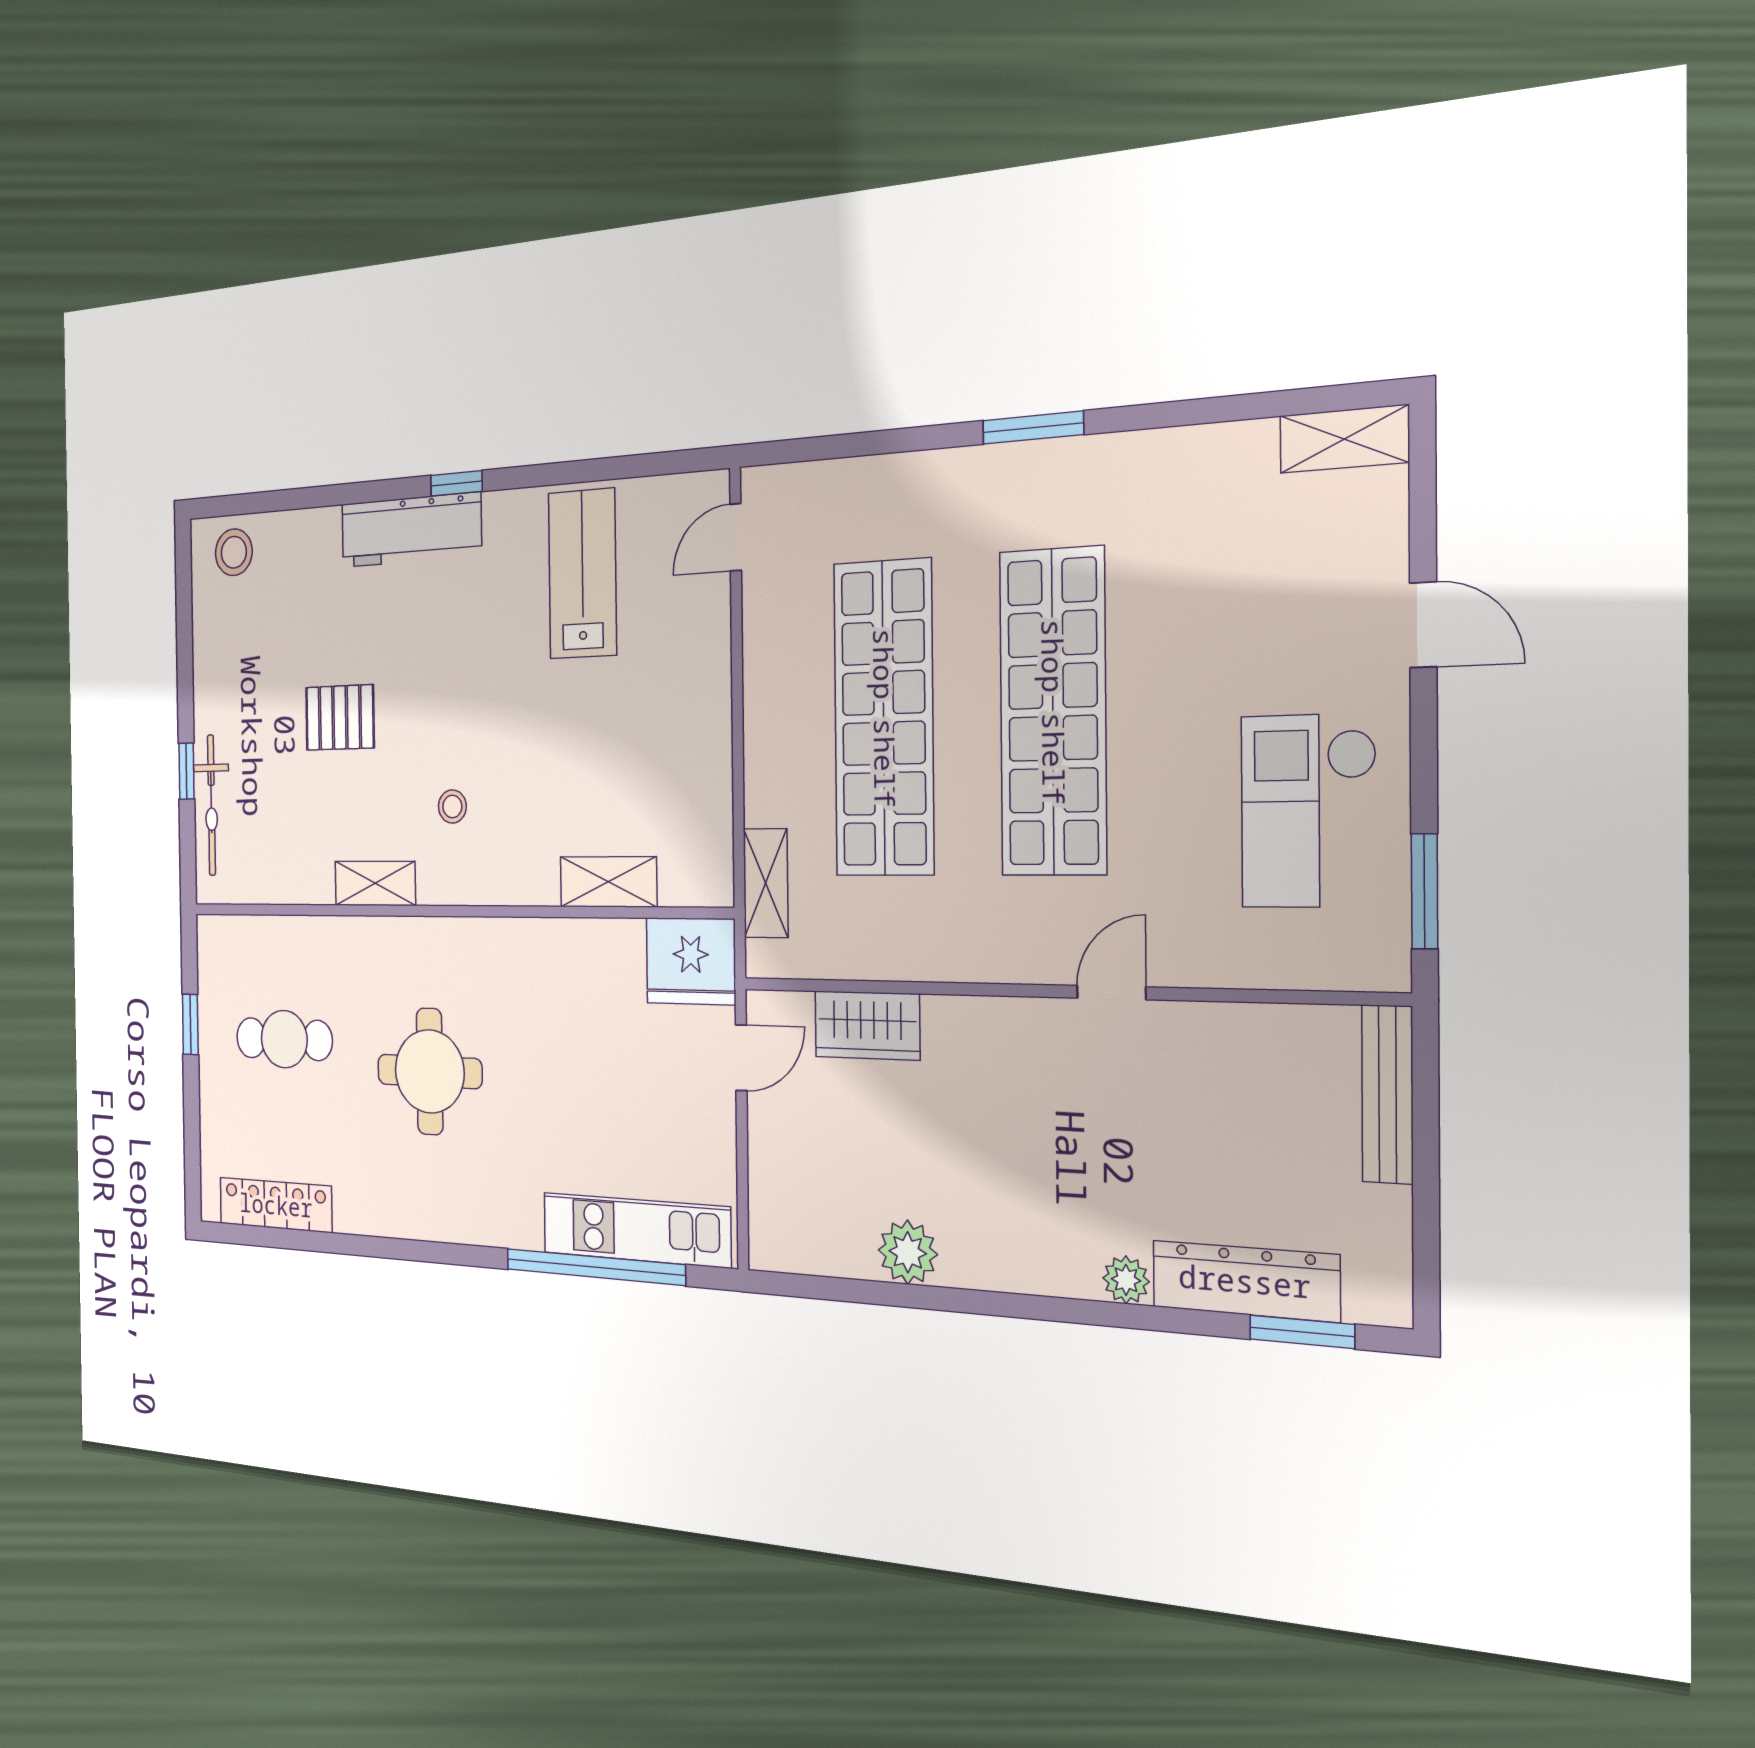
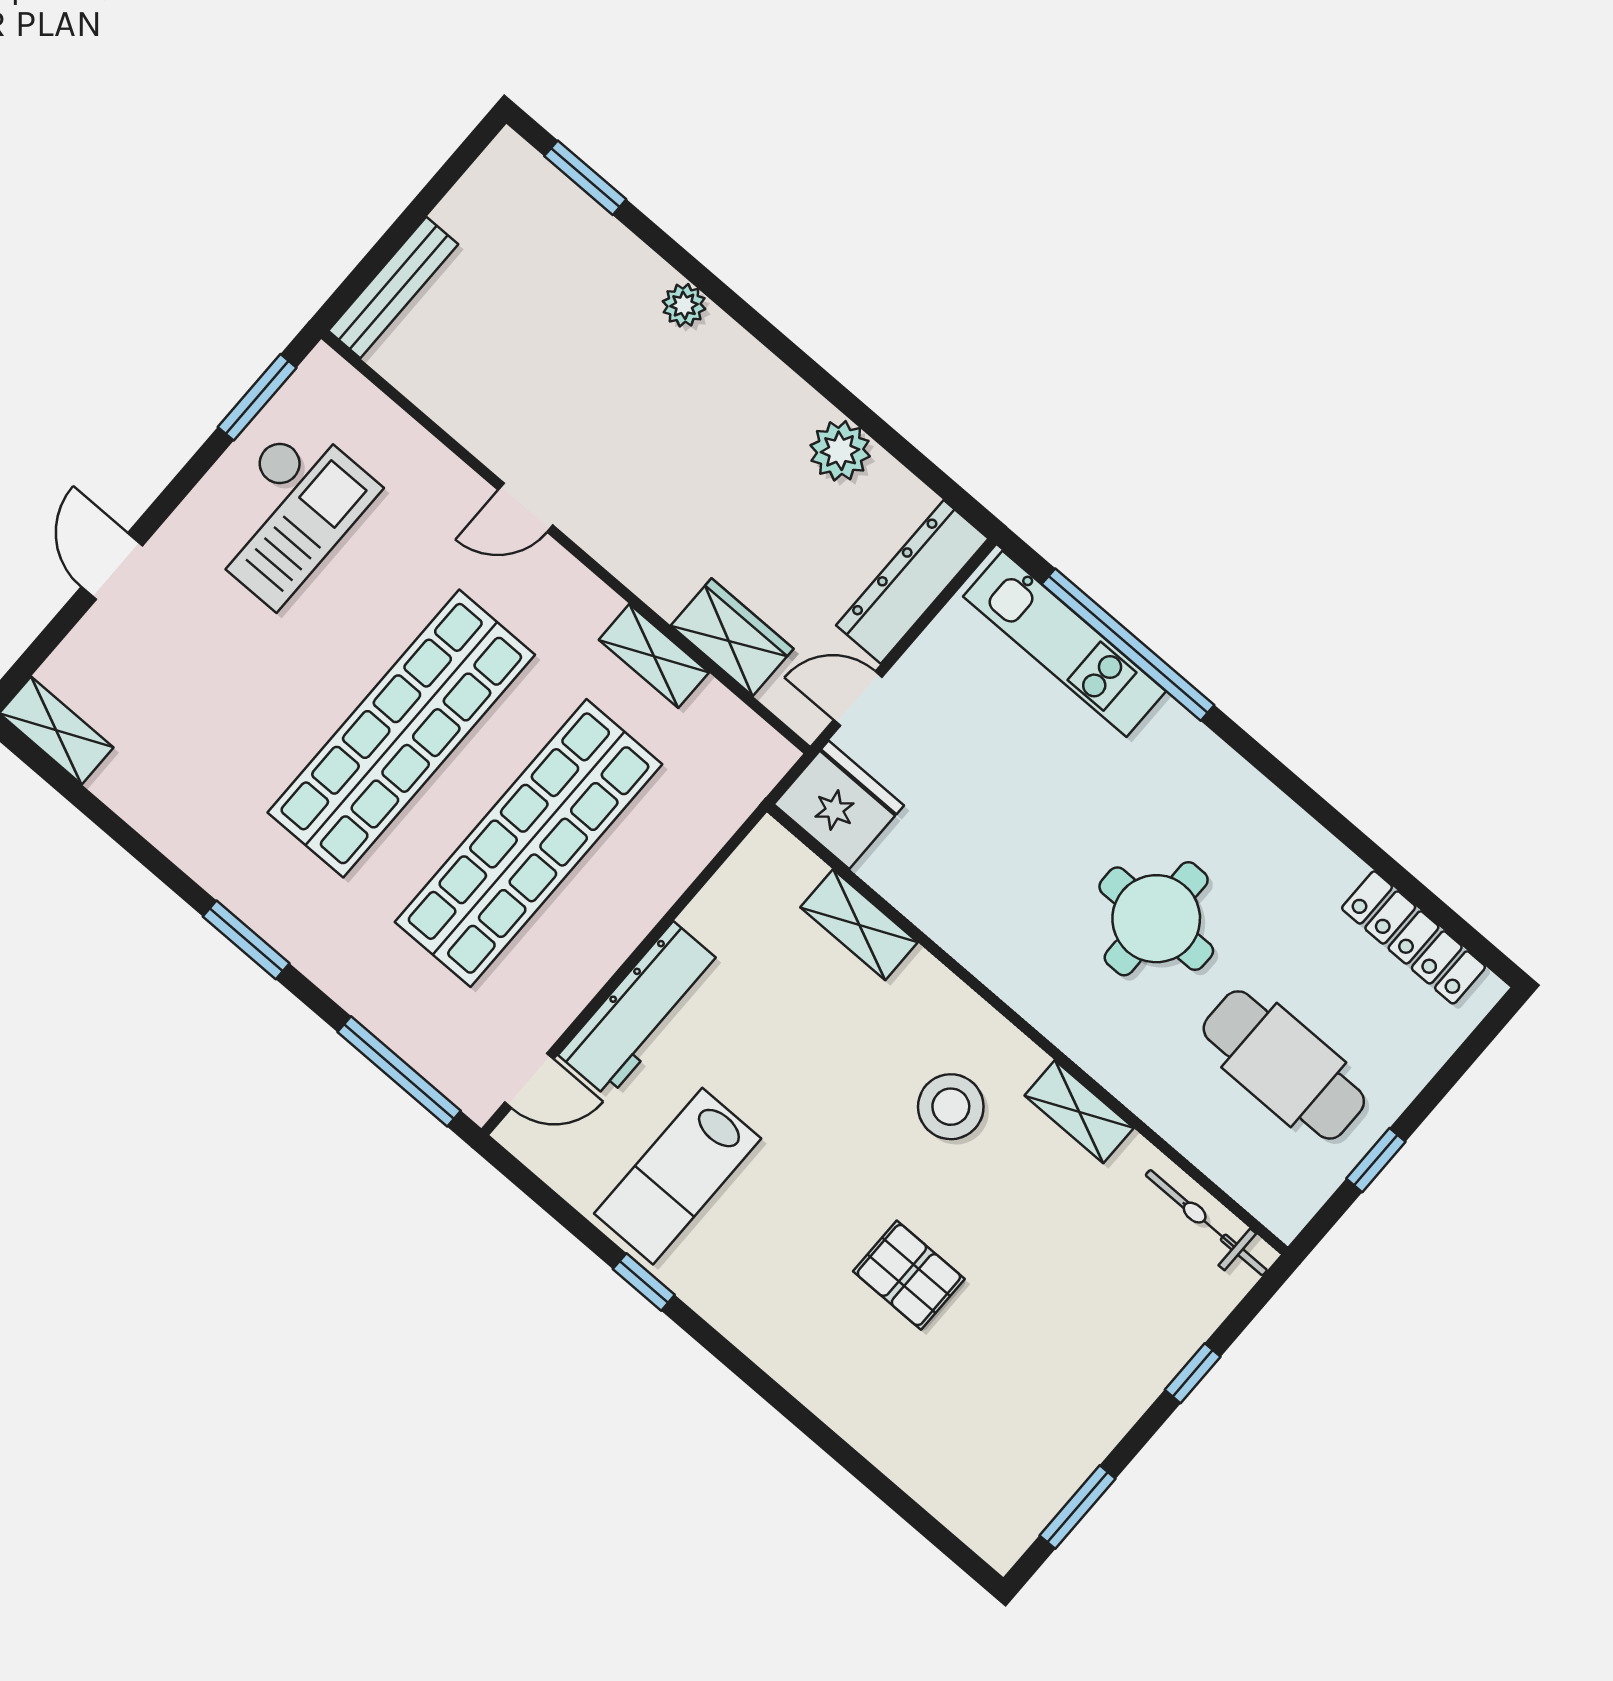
window: (832, 447) -> (399, 1071), added
window: (456, 483) -> (644, 1282), moved
workbench: (411, 530) -> (641, 1010), moved, turned 90
stool: (234, 552) -> (983, 1506), removed
window: (184, 611) -> (1078, 1507), added
pallet: (340, 718) -> (909, 1275), moved
bicycle: (211, 805) -> (1206, 1223), moved, turned -90
stool: (452, 806) -> (951, 1107), width x1.89, depth x1.89
shelving: (766, 883) -> (654, 656), moved, turned 90
cafe table: (284, 1039) -> (1284, 1065), width x1.37, depth x1.35
dresser: (1245, 1281) -> (912, 582), moved, turned 90

